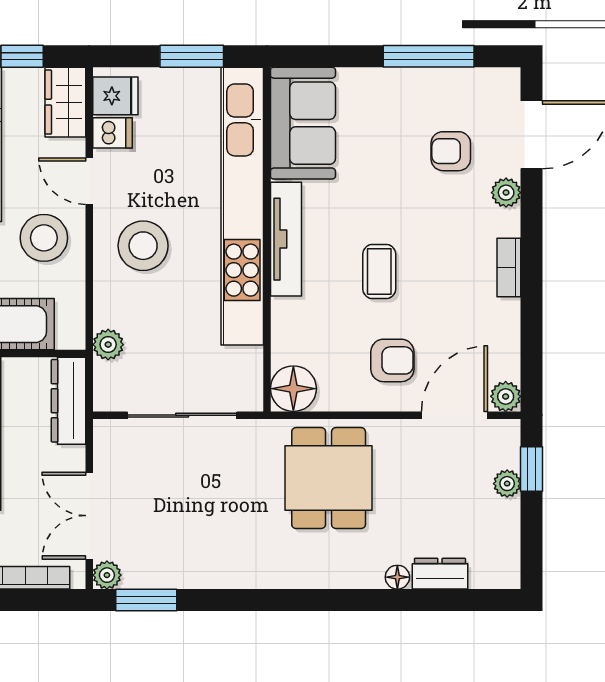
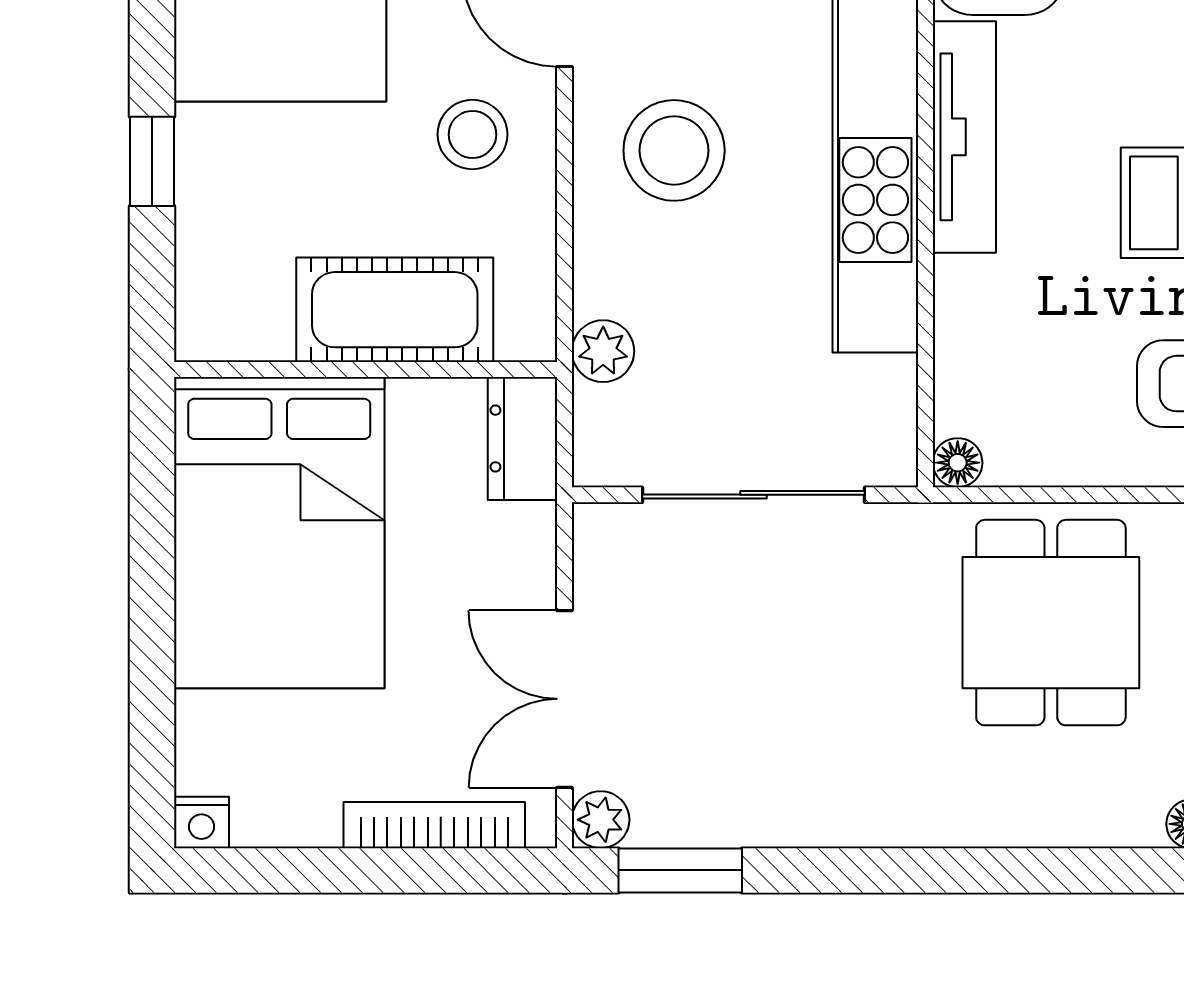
stool: (44, 238) -> (472, 134), width x0.73, depth x0.73
floor lamp: (293, 389) -> (958, 463), width x0.53, depth x0.53
dresser: (69, 401) -> (523, 439), width x0.70

